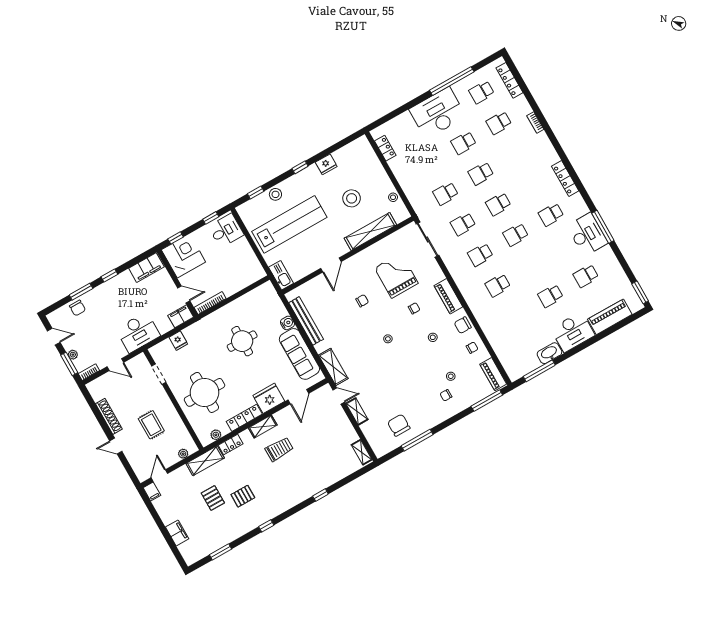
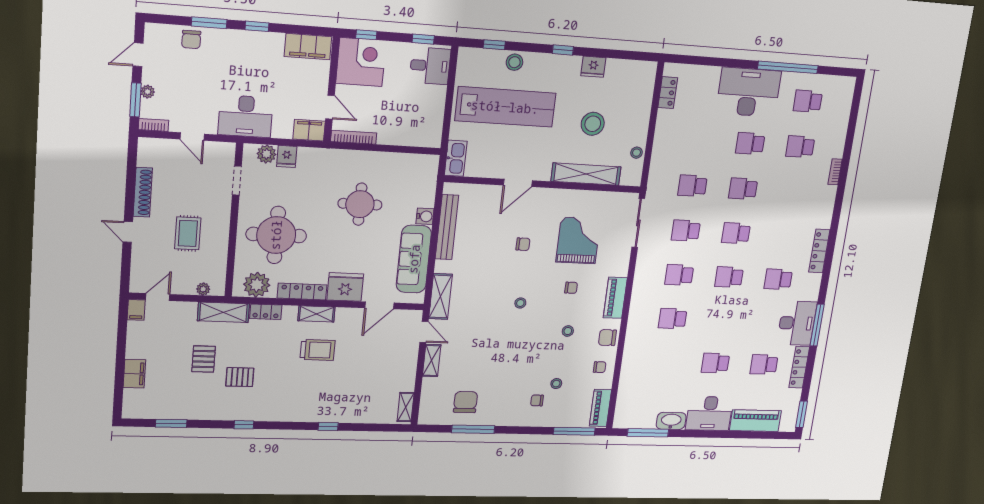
locker: (509, 80) -> (799, 367), moved
door: (54, 337) -> (138, 55), swing flipped
plant: (165, 347) -> (266, 154), added
plant: (216, 435) -> (257, 285), width x1.88, depth x1.88

